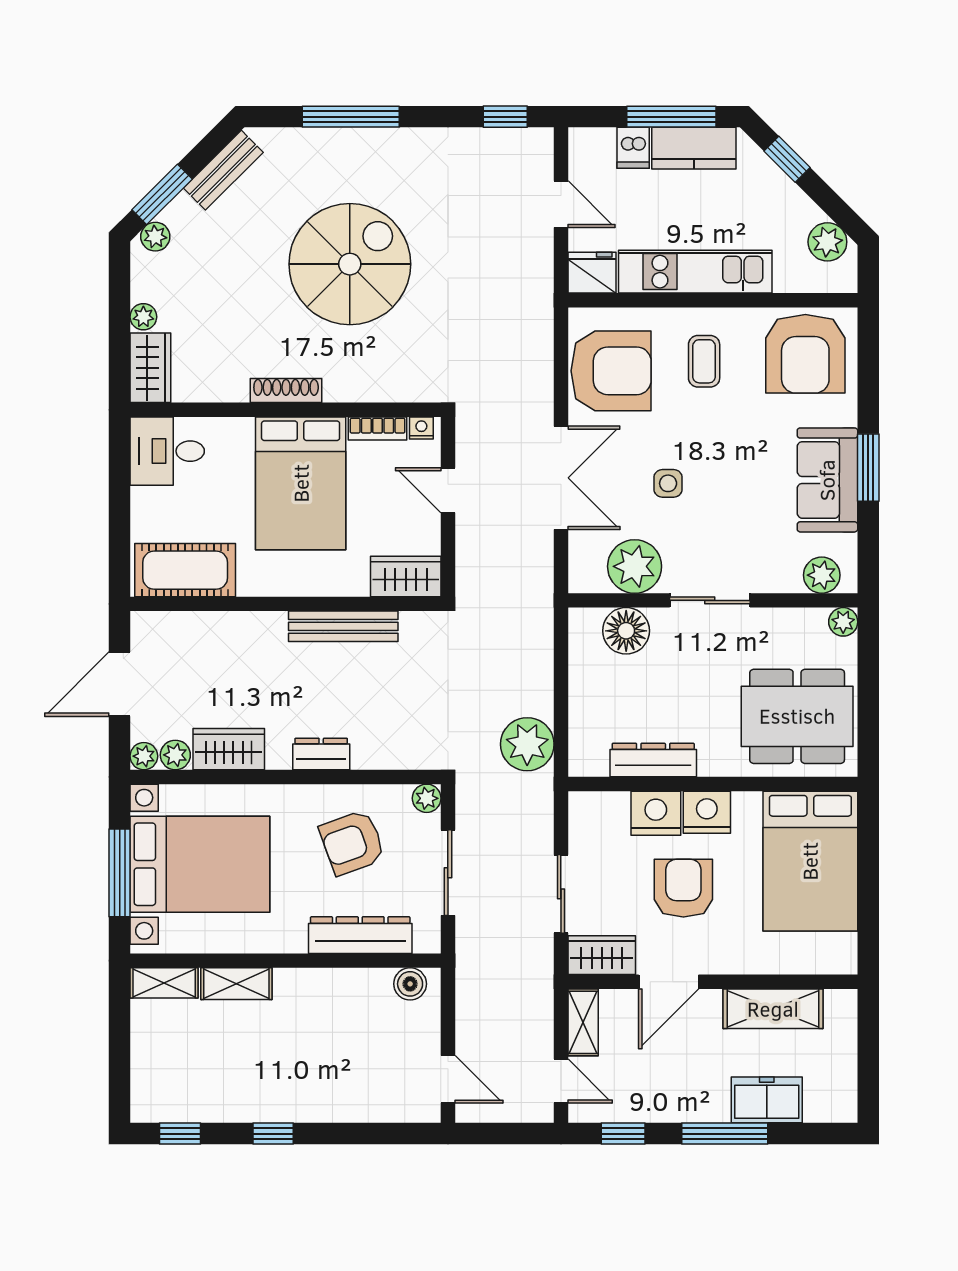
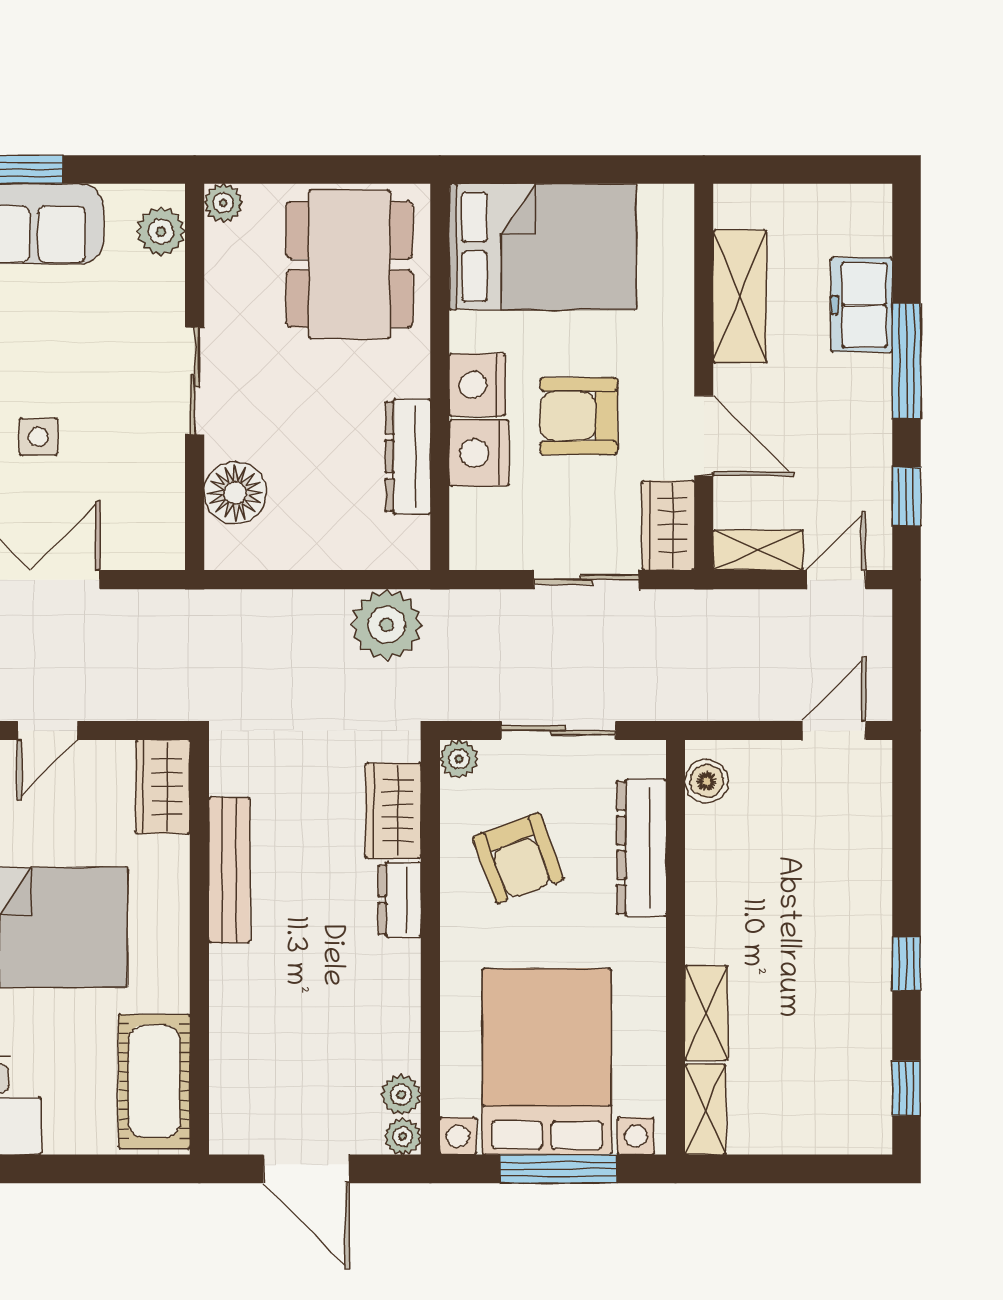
plant: (635, 566) -> (149, 481), removed
wardrobe: (229, 749) -> (393, 810), moved

